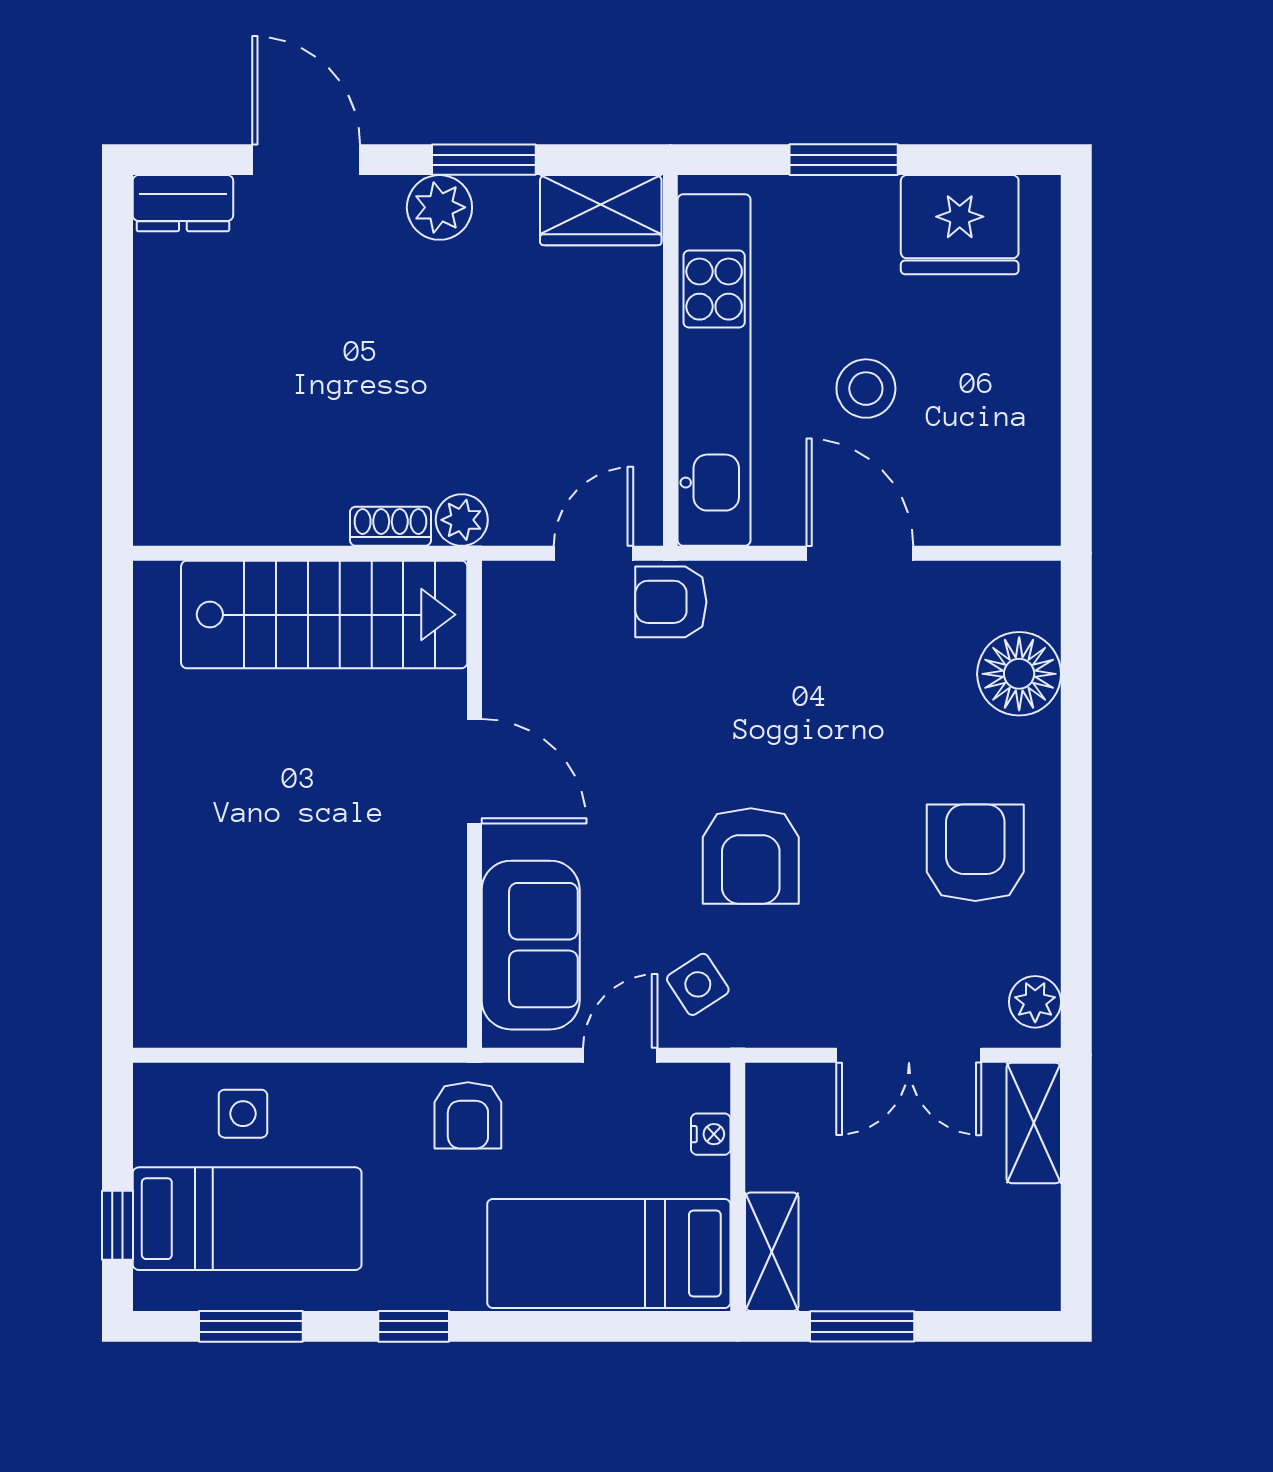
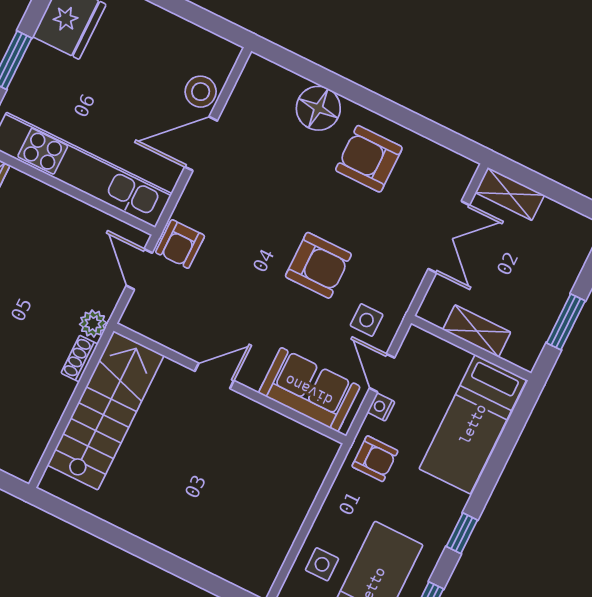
stool: (866, 389) -> (201, 92), moved
floor lamp: (1019, 674) -> (318, 108), moved
door: (474, 771) -> (214, 376), width x0.73
side table: (698, 984) -> (367, 320), turned 33
plant: (1035, 1002) -> (453, 165), removed
nightstand: (711, 1134) -> (381, 407), moved, turned -90
shelving: (772, 1252) -> (477, 331), moved

